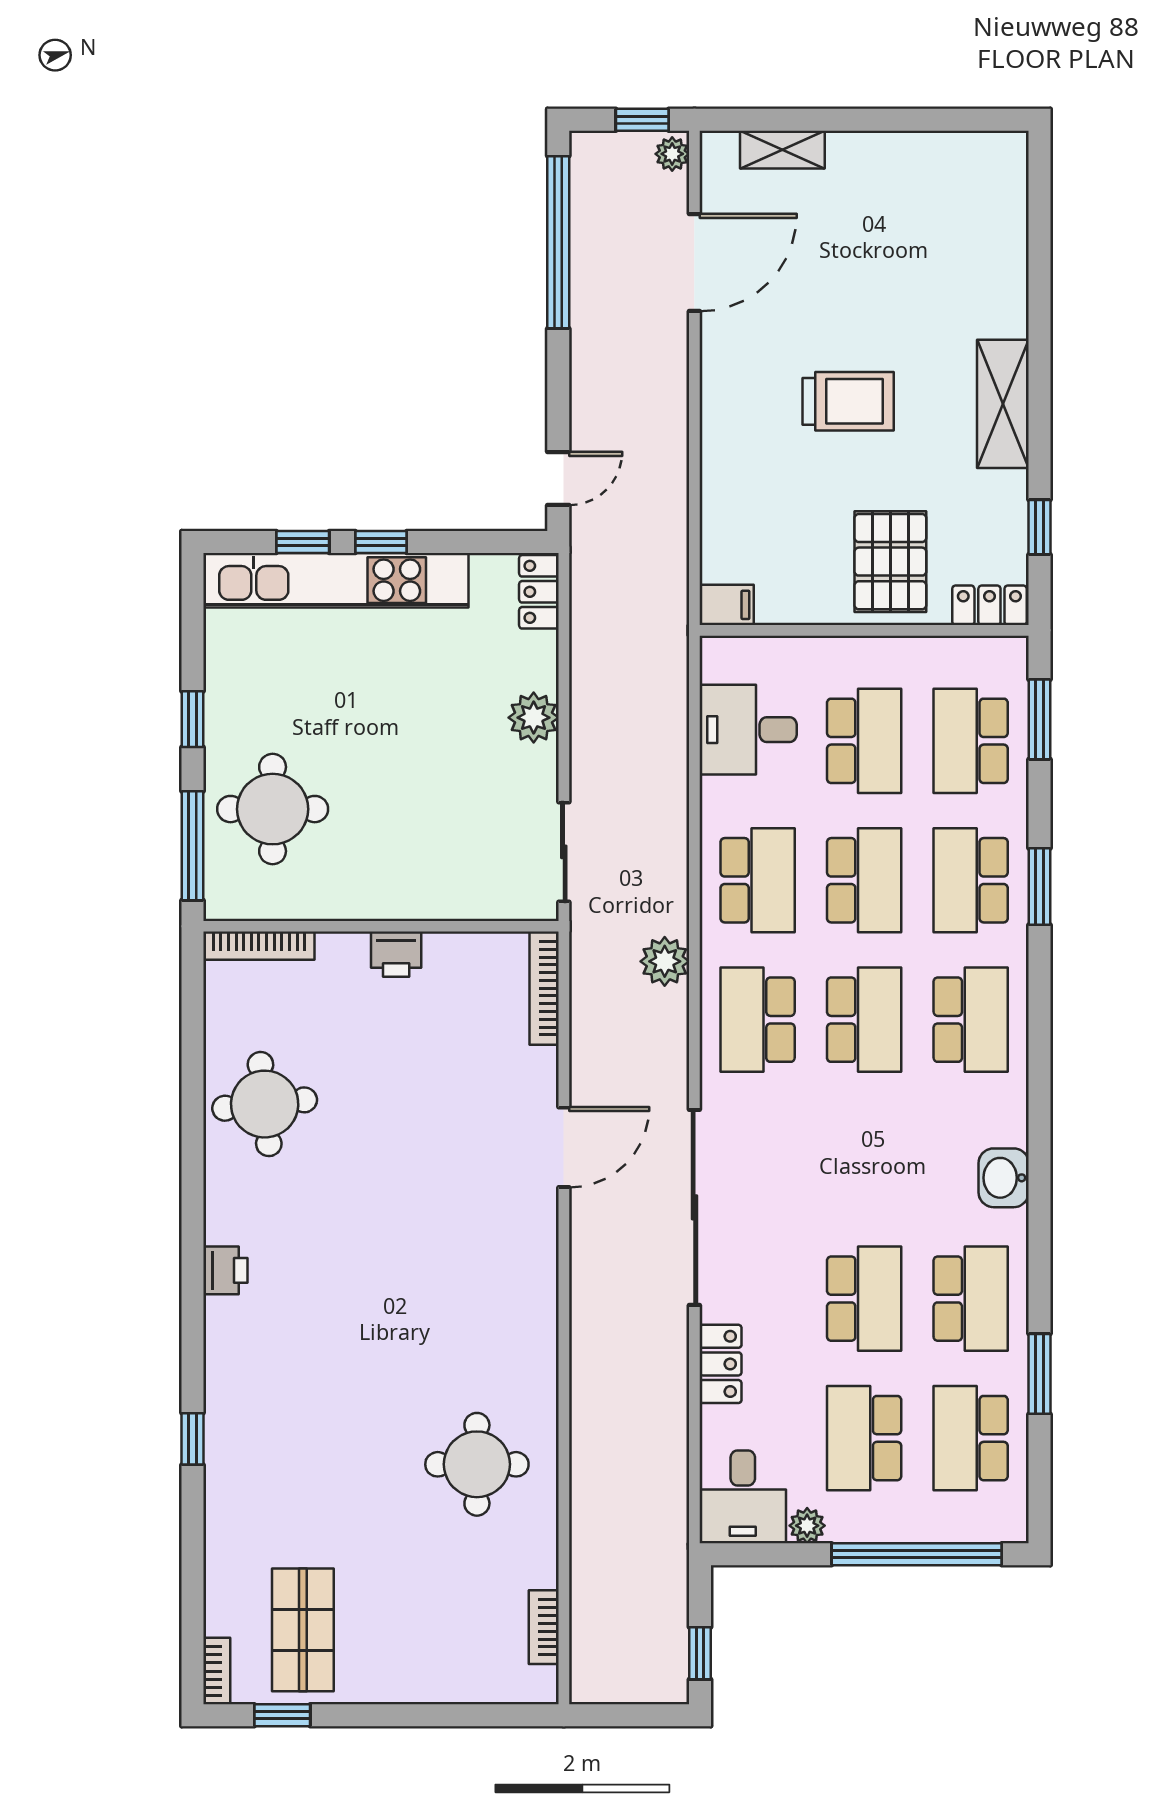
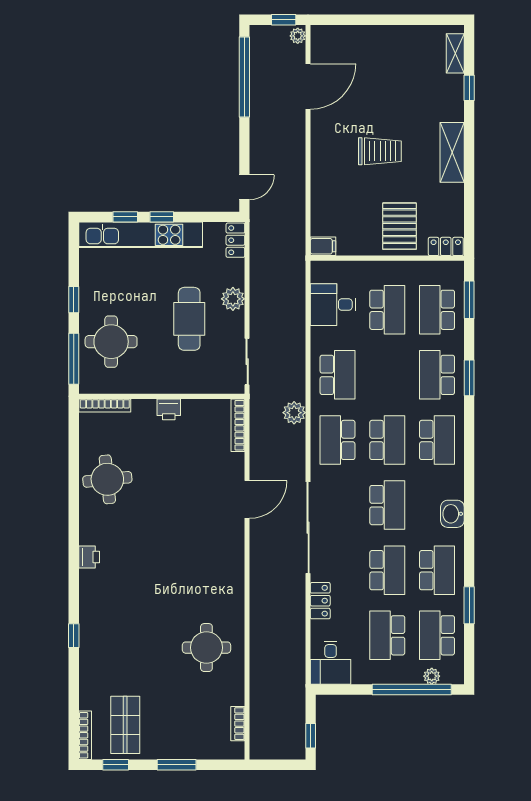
shelving: (782, 150) -> (455, 53), moved, turned 90
window: (1040, 527) -> (469, 88), moved
cafe table: (440, 760) -> (189, 319), added
school desk: (864, 880) -> (387, 505), moved
plant: (807, 1526) -> (432, 676), moved
bookcase: (217, 1671) -> (85, 735), width x1.56
window: (413, 1715) -> (177, 765), added

